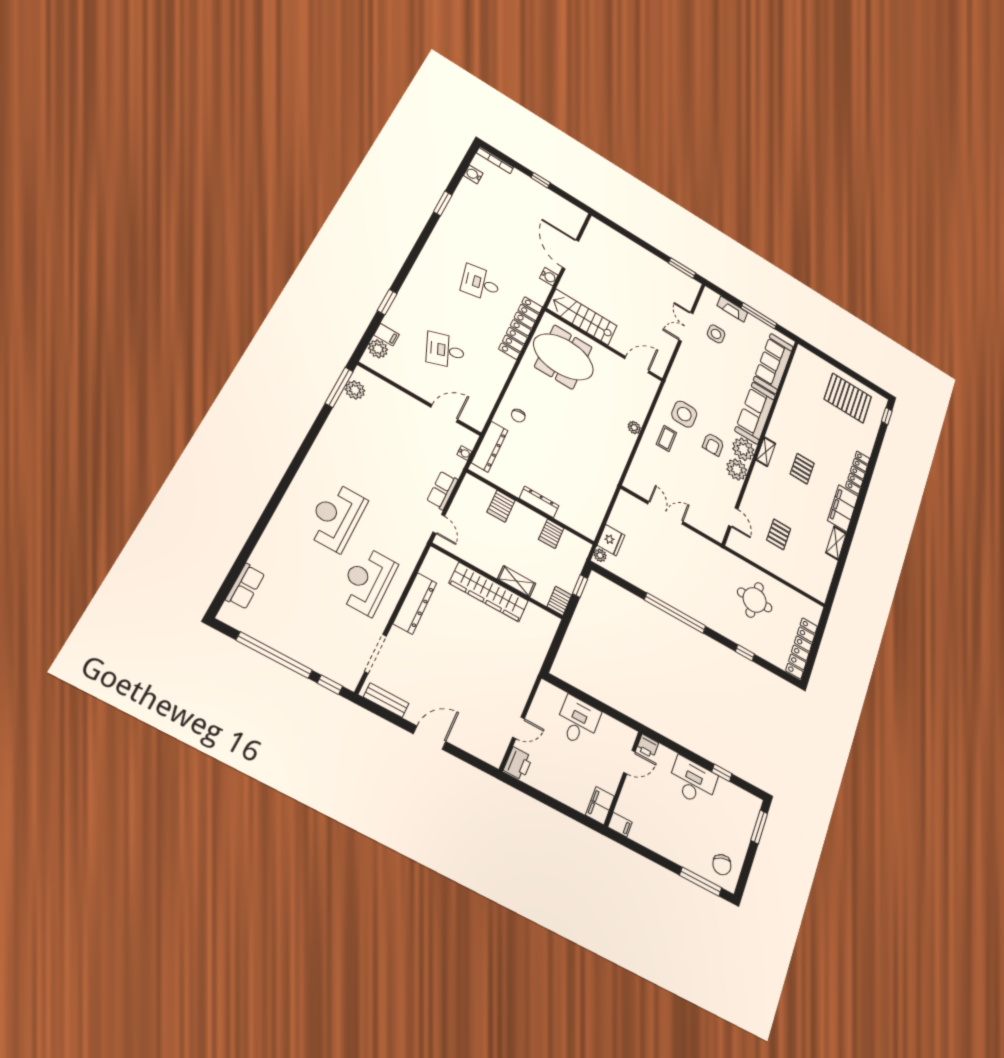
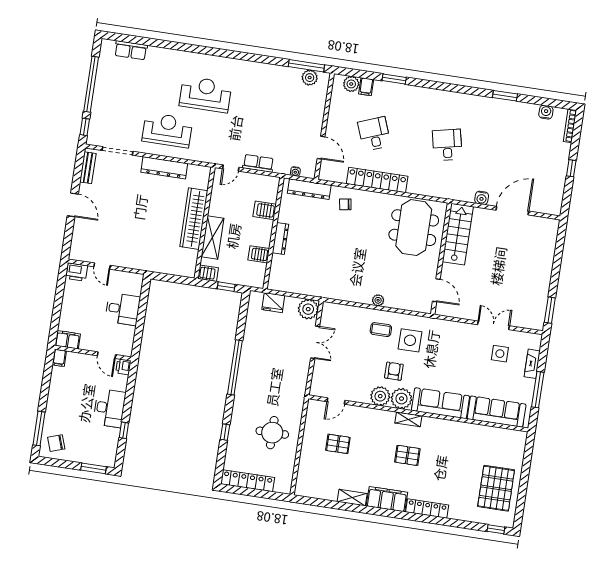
locker: (521, 328) -> (377, 180), moved
armchair: (713, 444) -> (394, 371), turned 90
plant: (600, 555) -> (308, 309), moved, width x1.87, depth x1.87
shelving: (517, 581) -> (213, 237), width x1.50, depth x1.33

